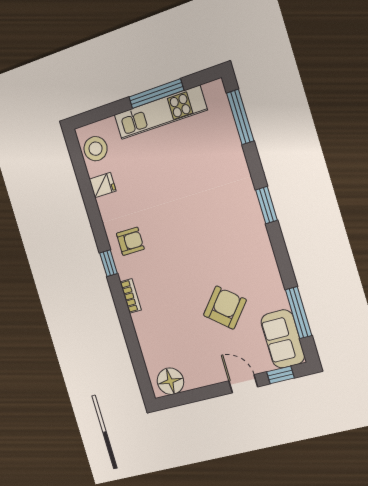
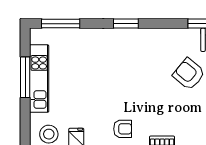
armchair: (130, 241) -> (123, 129), turned 90

